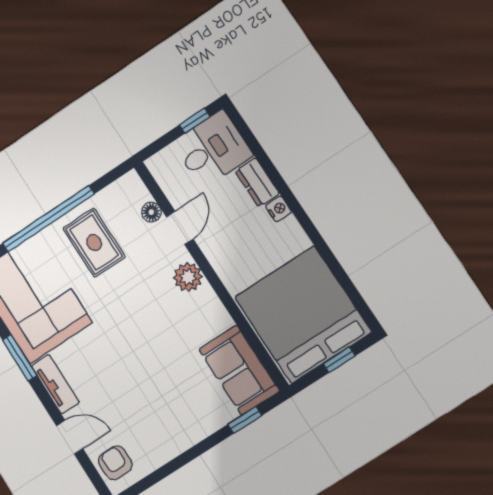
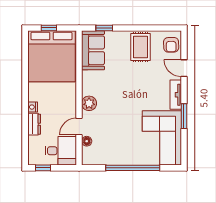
desk: (212, 149) -> (61, 151), moved, turned 180
rug: (94, 243) -> (140, 47), moved

